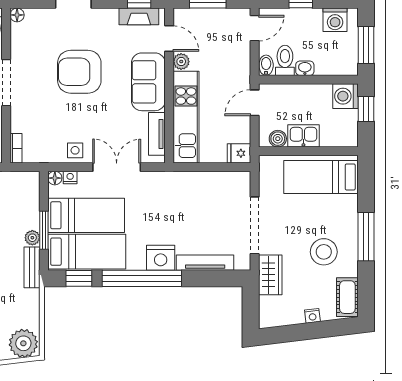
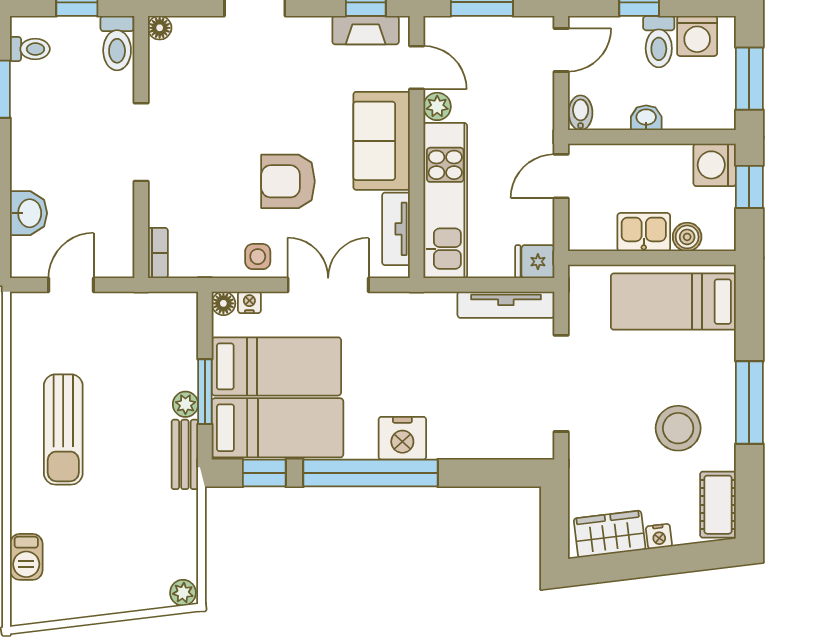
toilet: (285, 60) -> (659, 42), moved, turned 180
armchair: (79, 72) -> (288, 181), moved, width x0.73, depth x0.73
boiler: (278, 139) -> (687, 237), moved
tv unit: (205, 263) -> (506, 305), moved, turned 180
wardrobe: (270, 275) -> (610, 534), moved, turned -97
plant: (23, 343) -> (183, 593), width x0.53, depth x0.53

